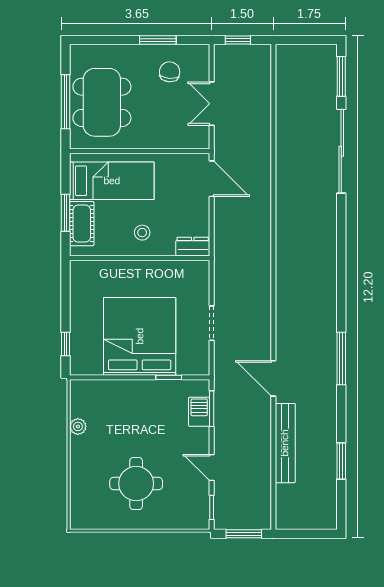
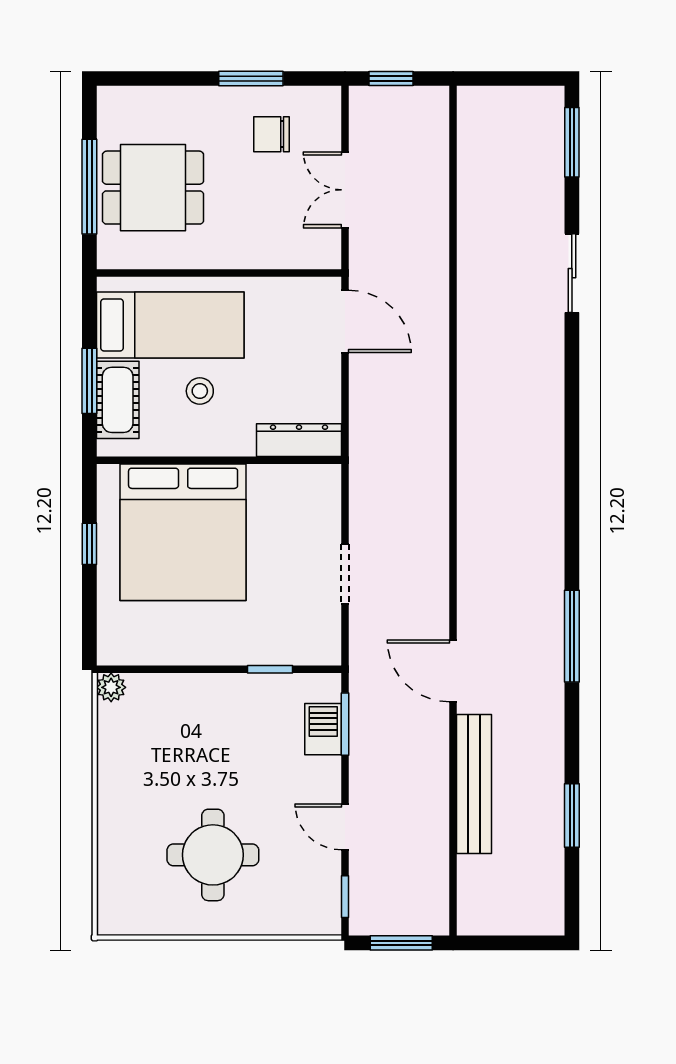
chair: (170, 72) -> (271, 134), turned -95
dining table: (102, 102) -> (153, 188), width x0.73
sliding door: (341, 151) -> (572, 273), width x0.54
stool: (142, 233) -> (200, 391), moved
dresser: (193, 247) -> (299, 440), width x1.44
bed: (140, 336) -> (183, 532), moved, turned 180
window: (66, 344) -> (89, 544), moved
plant: (78, 426) -> (111, 687), moved

